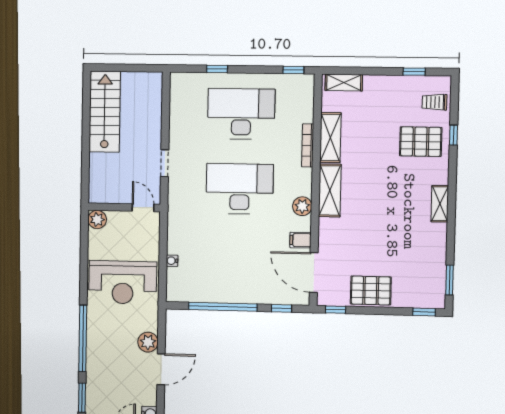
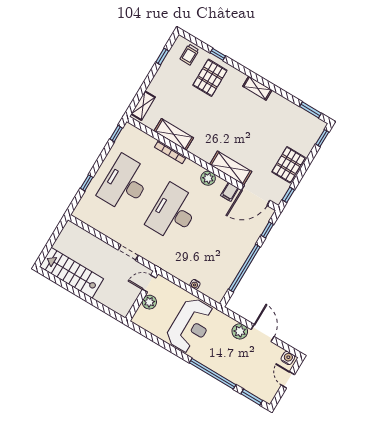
shelving: (330, 190) -> (231, 168), moved
plant: (97, 220) -> (149, 302), moved

